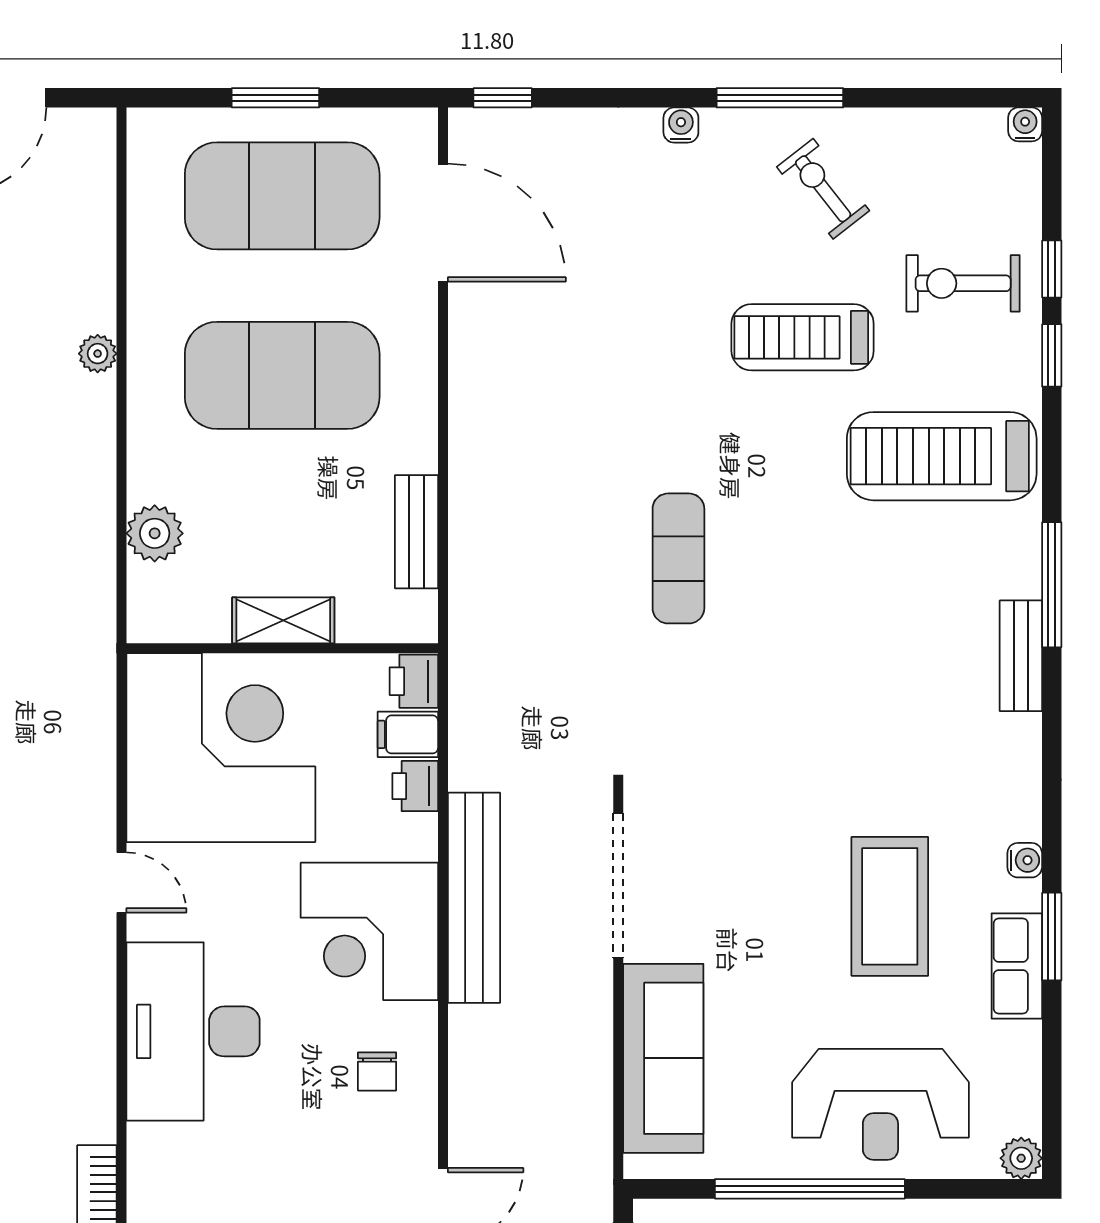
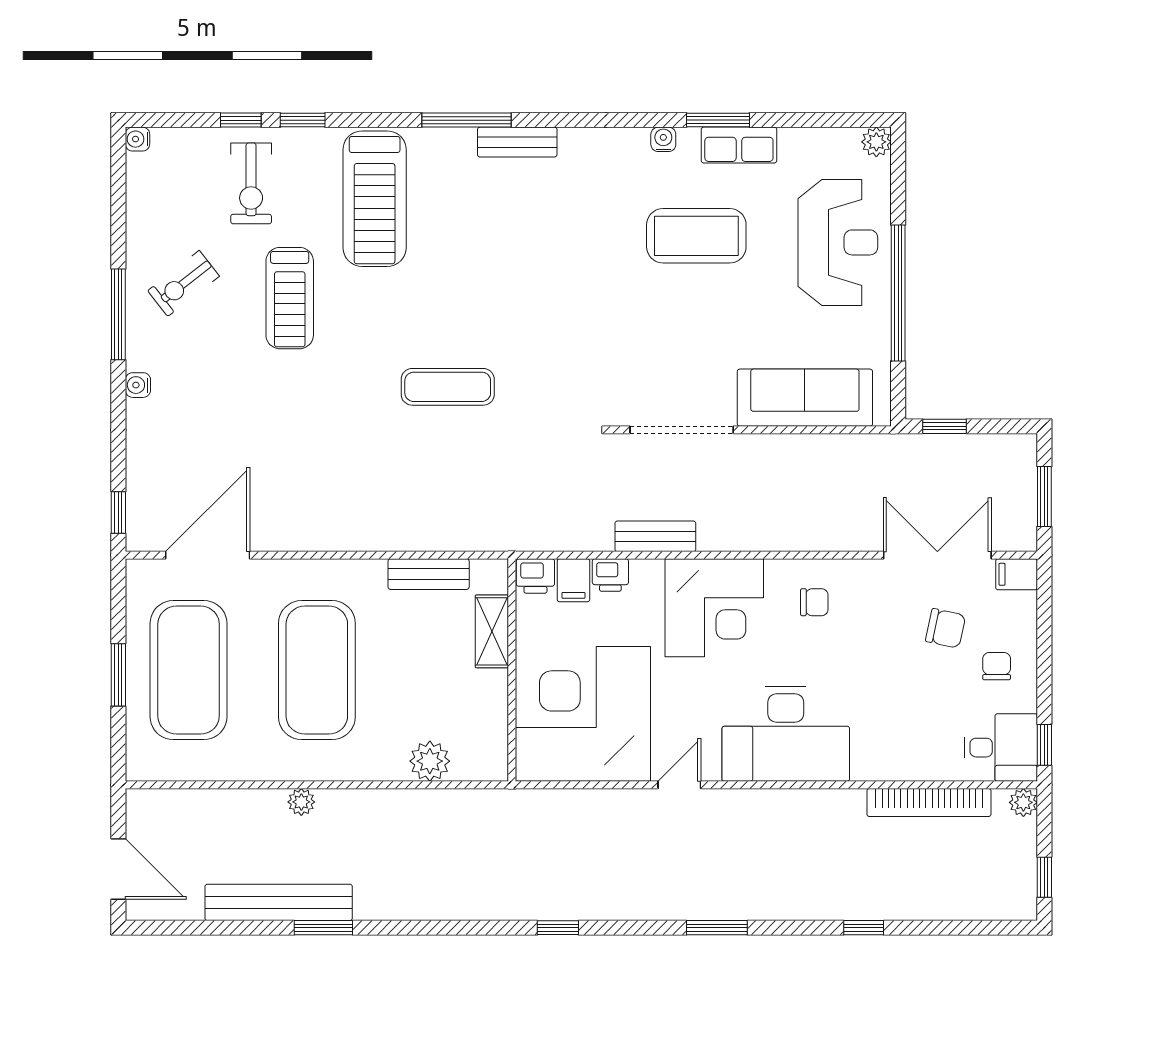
shelving: (283, 620) -> (492, 631), moved
bench: (474, 898) -> (655, 536), width x0.54, depth x0.82

